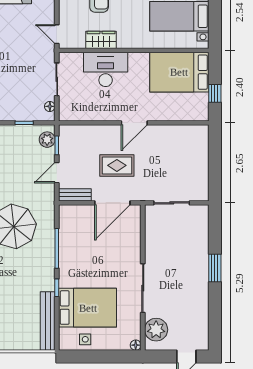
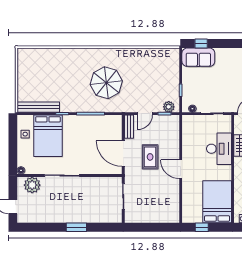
door: (57, 173) -> (145, 114), swing flipped

